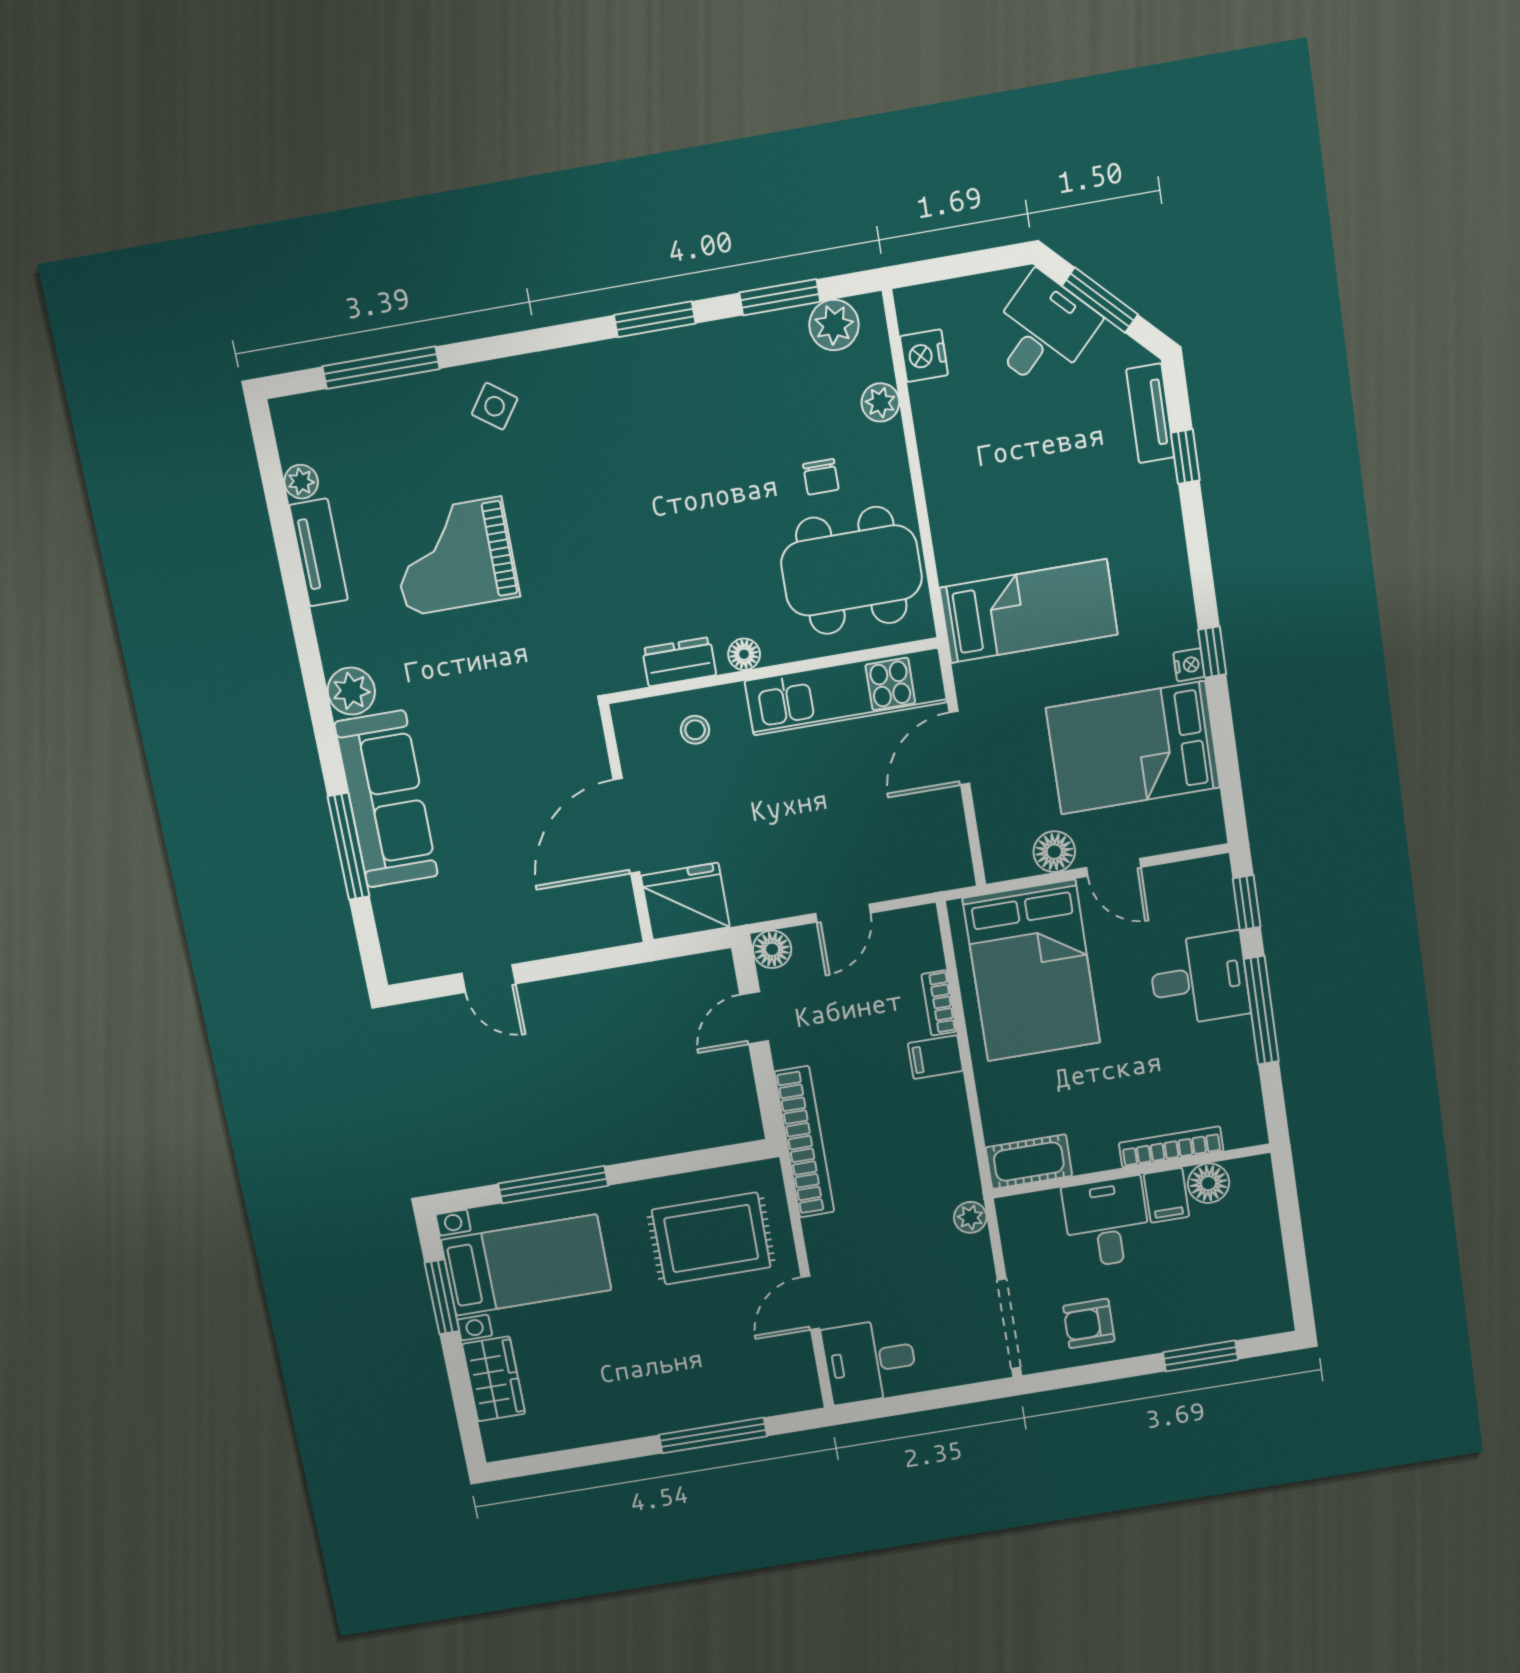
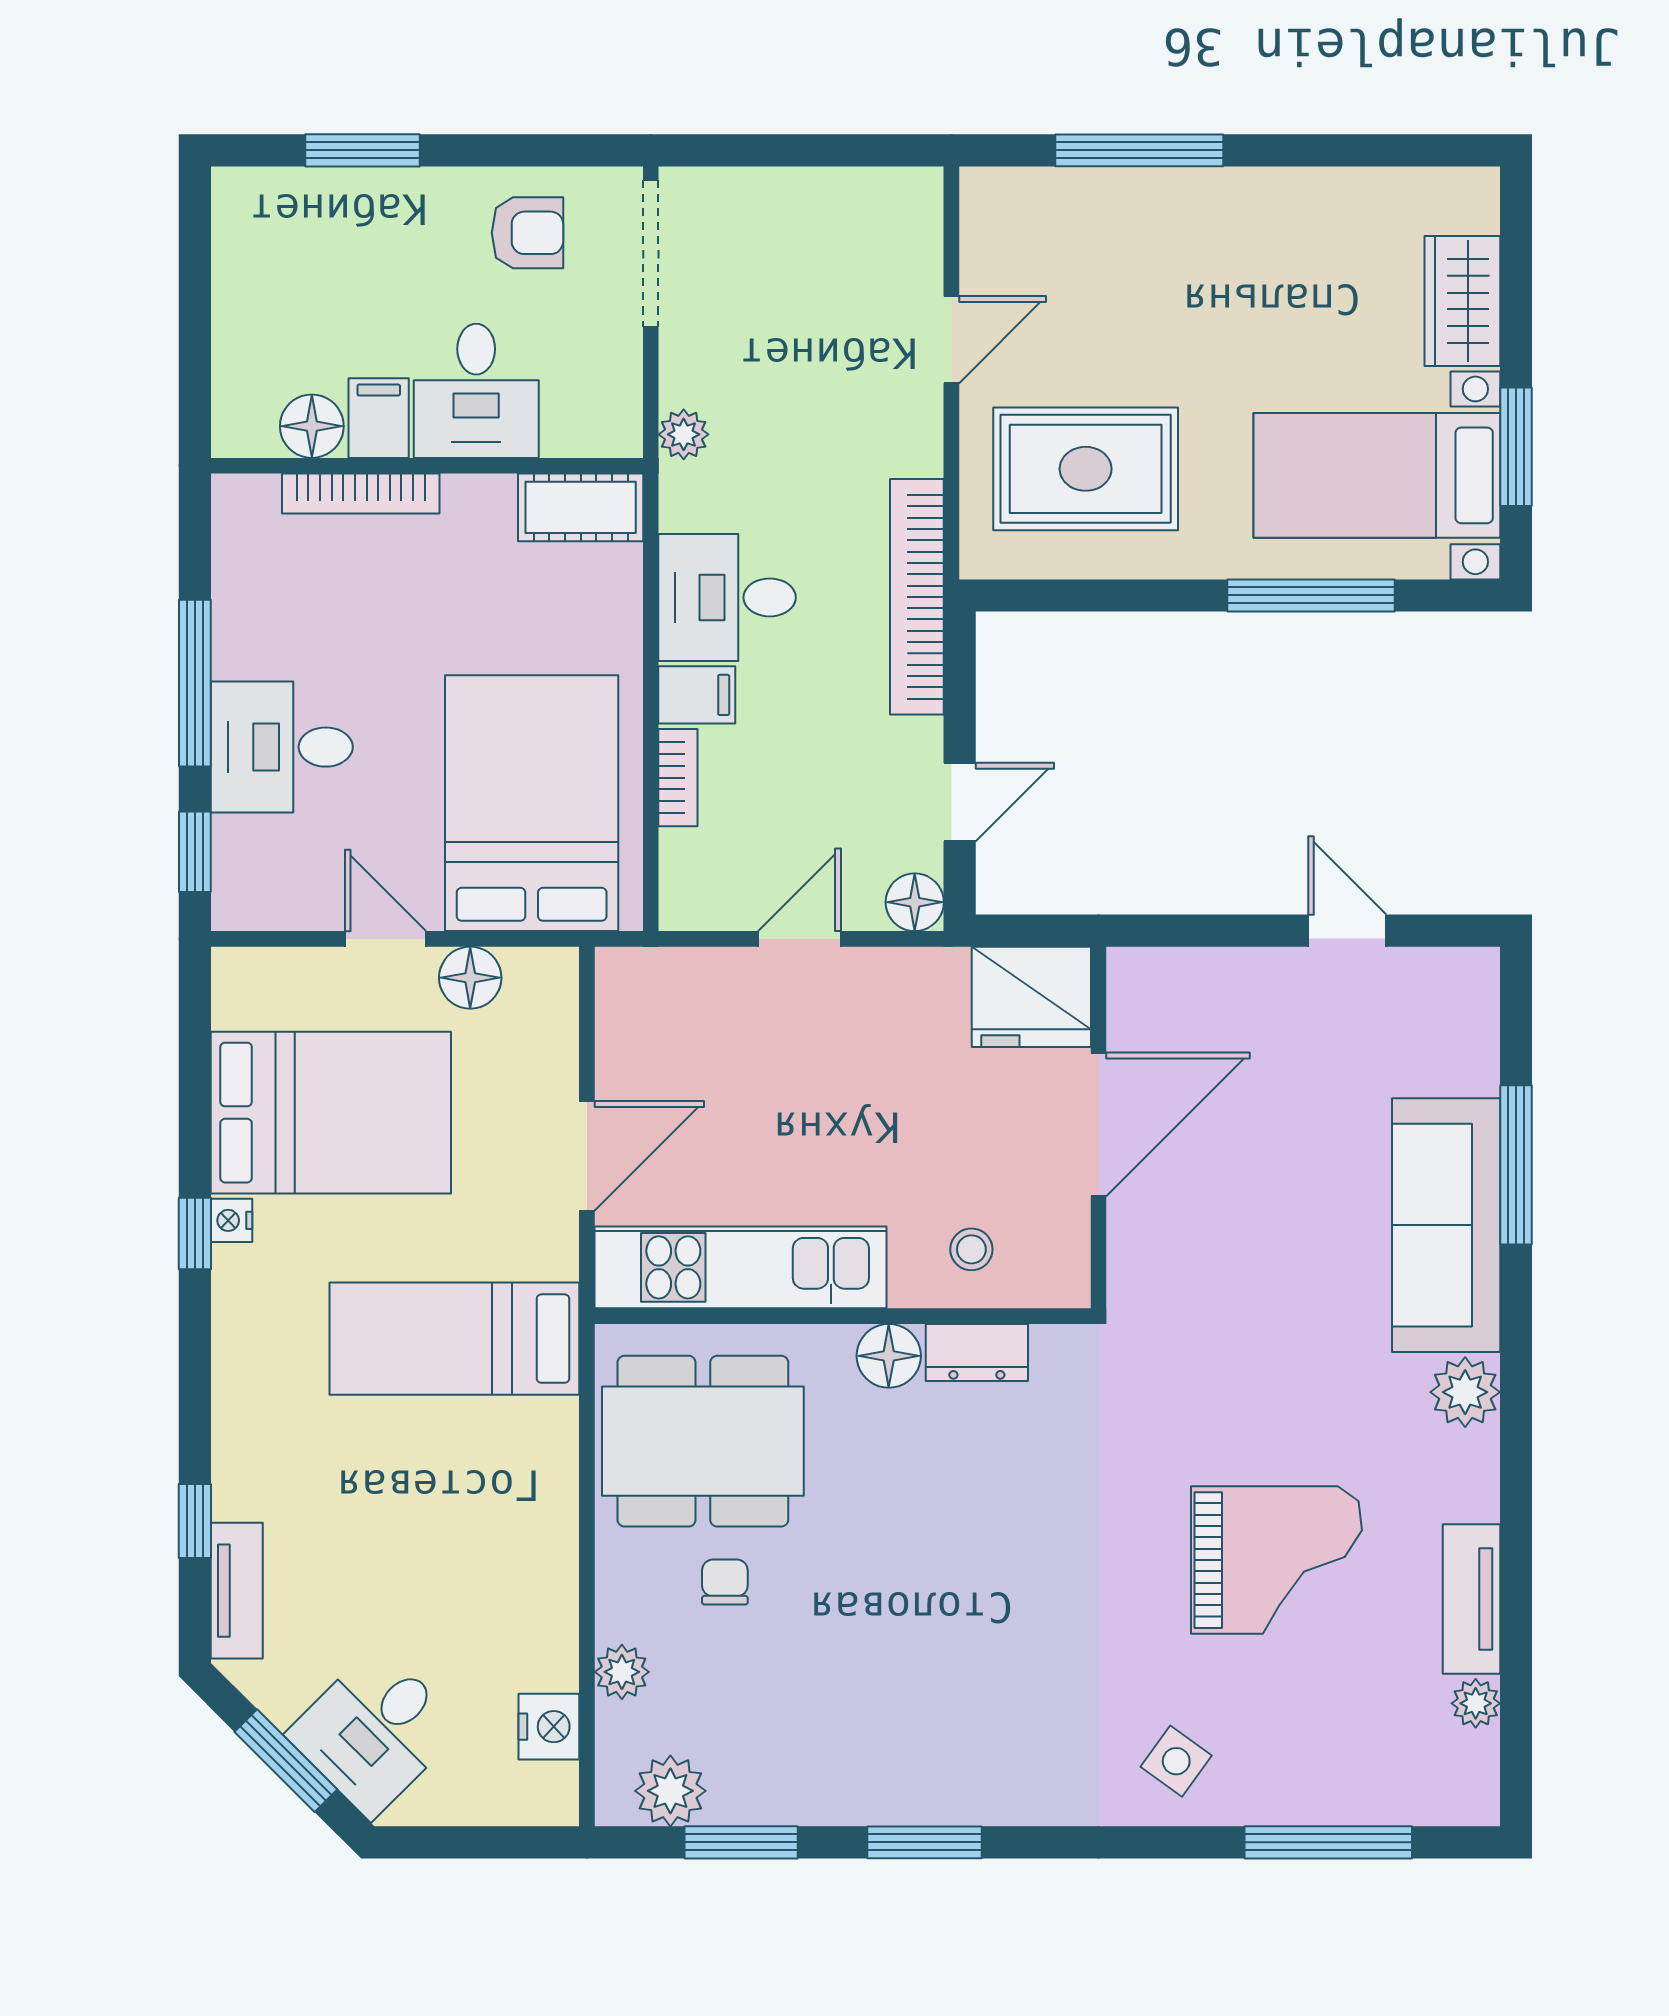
floor lamp: (744, 654) -> (889, 1356), width x1.37, depth x1.37
desk: (870, 1361) -> (727, 597), moved, turned 180

